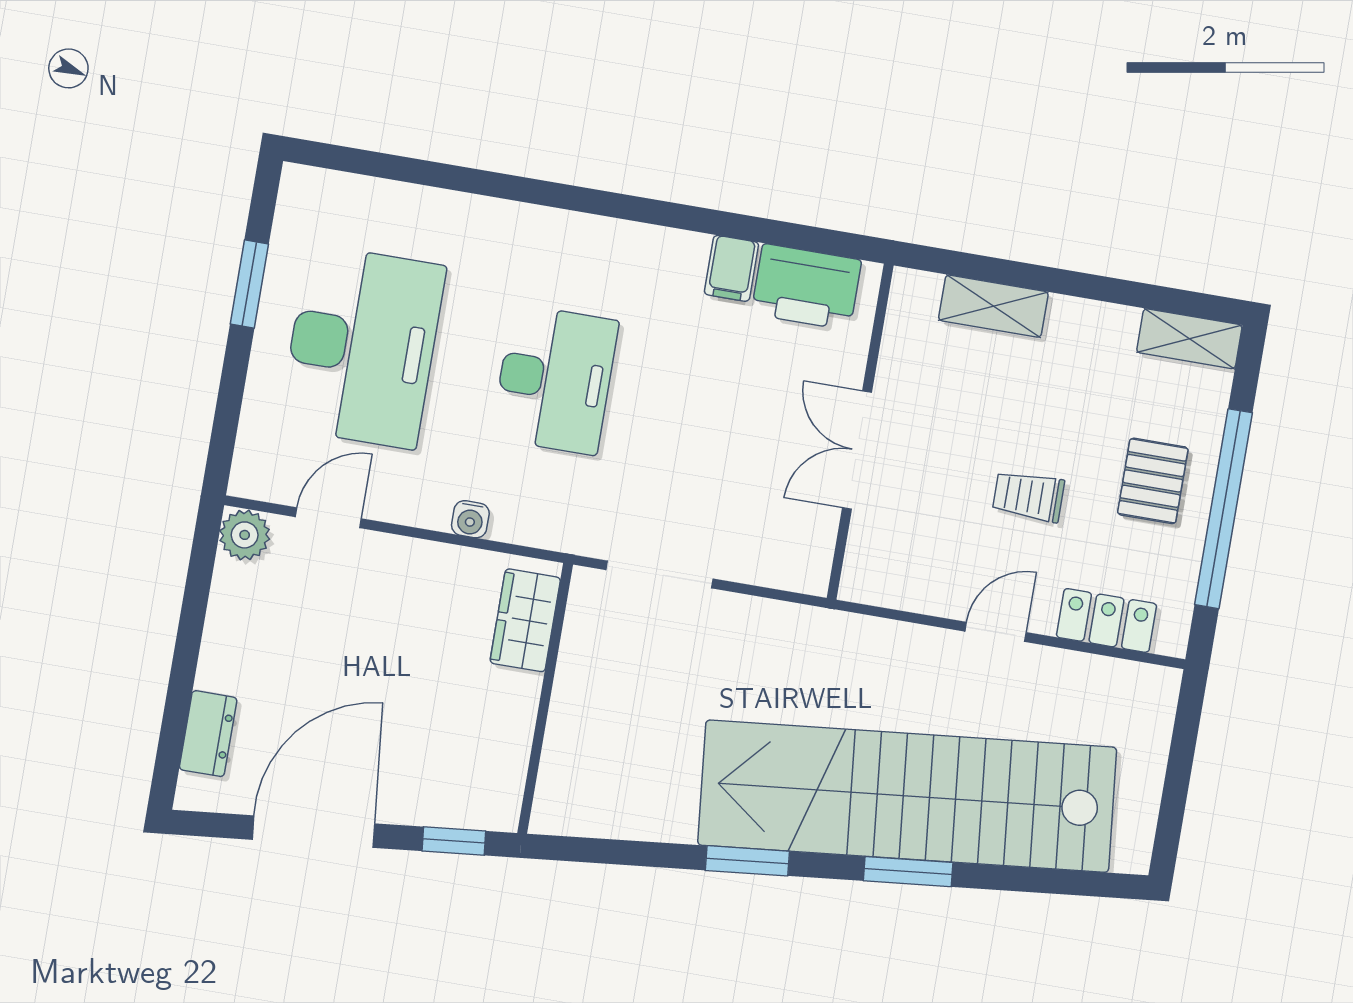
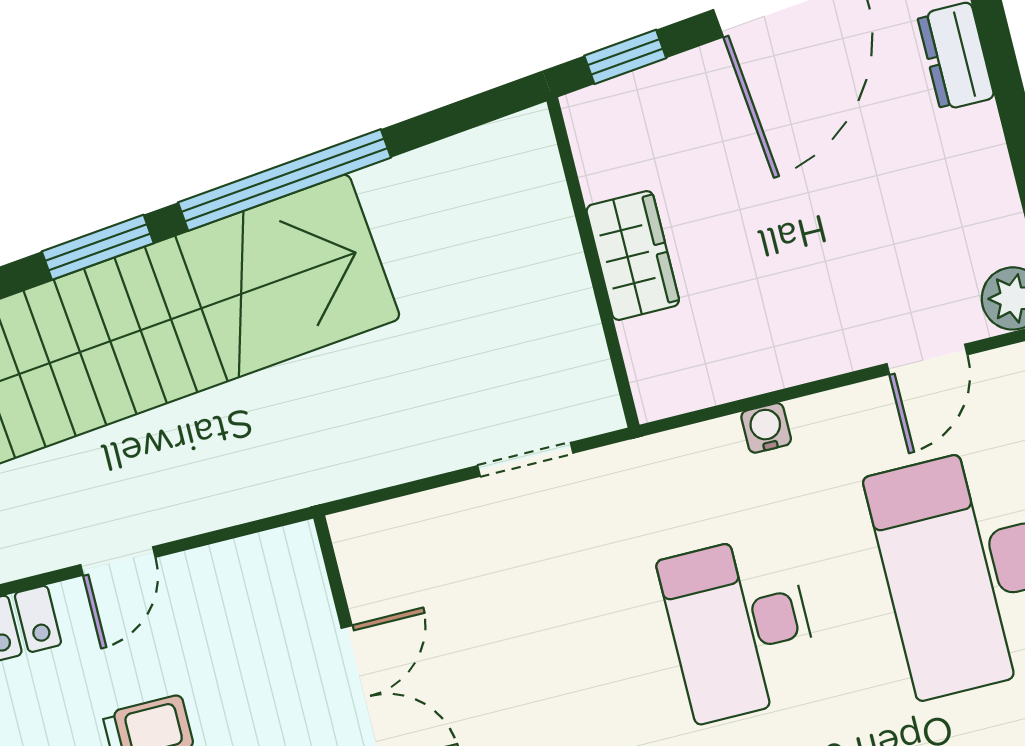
doorway: (660, 574) -> (525, 459), width x0.73
wardrobe: (525, 620) -> (633, 255), moved
window: (747, 861) -> (284, 180), width x2.11

